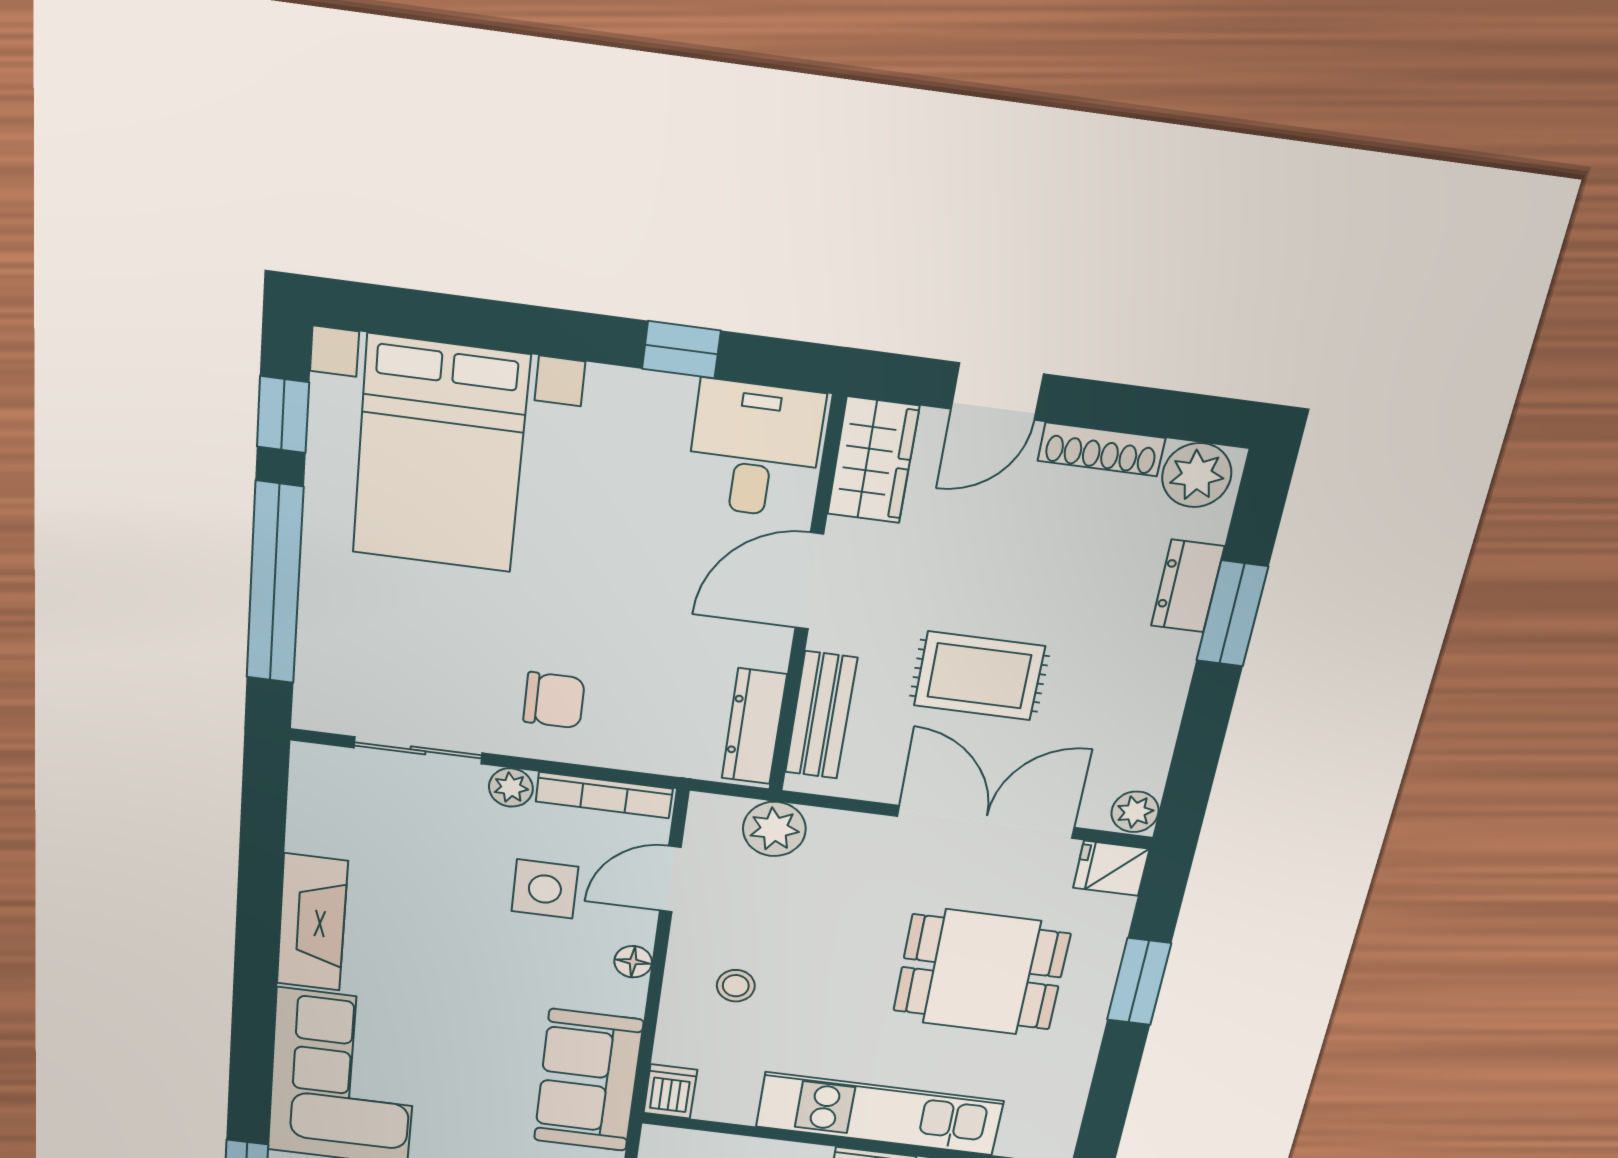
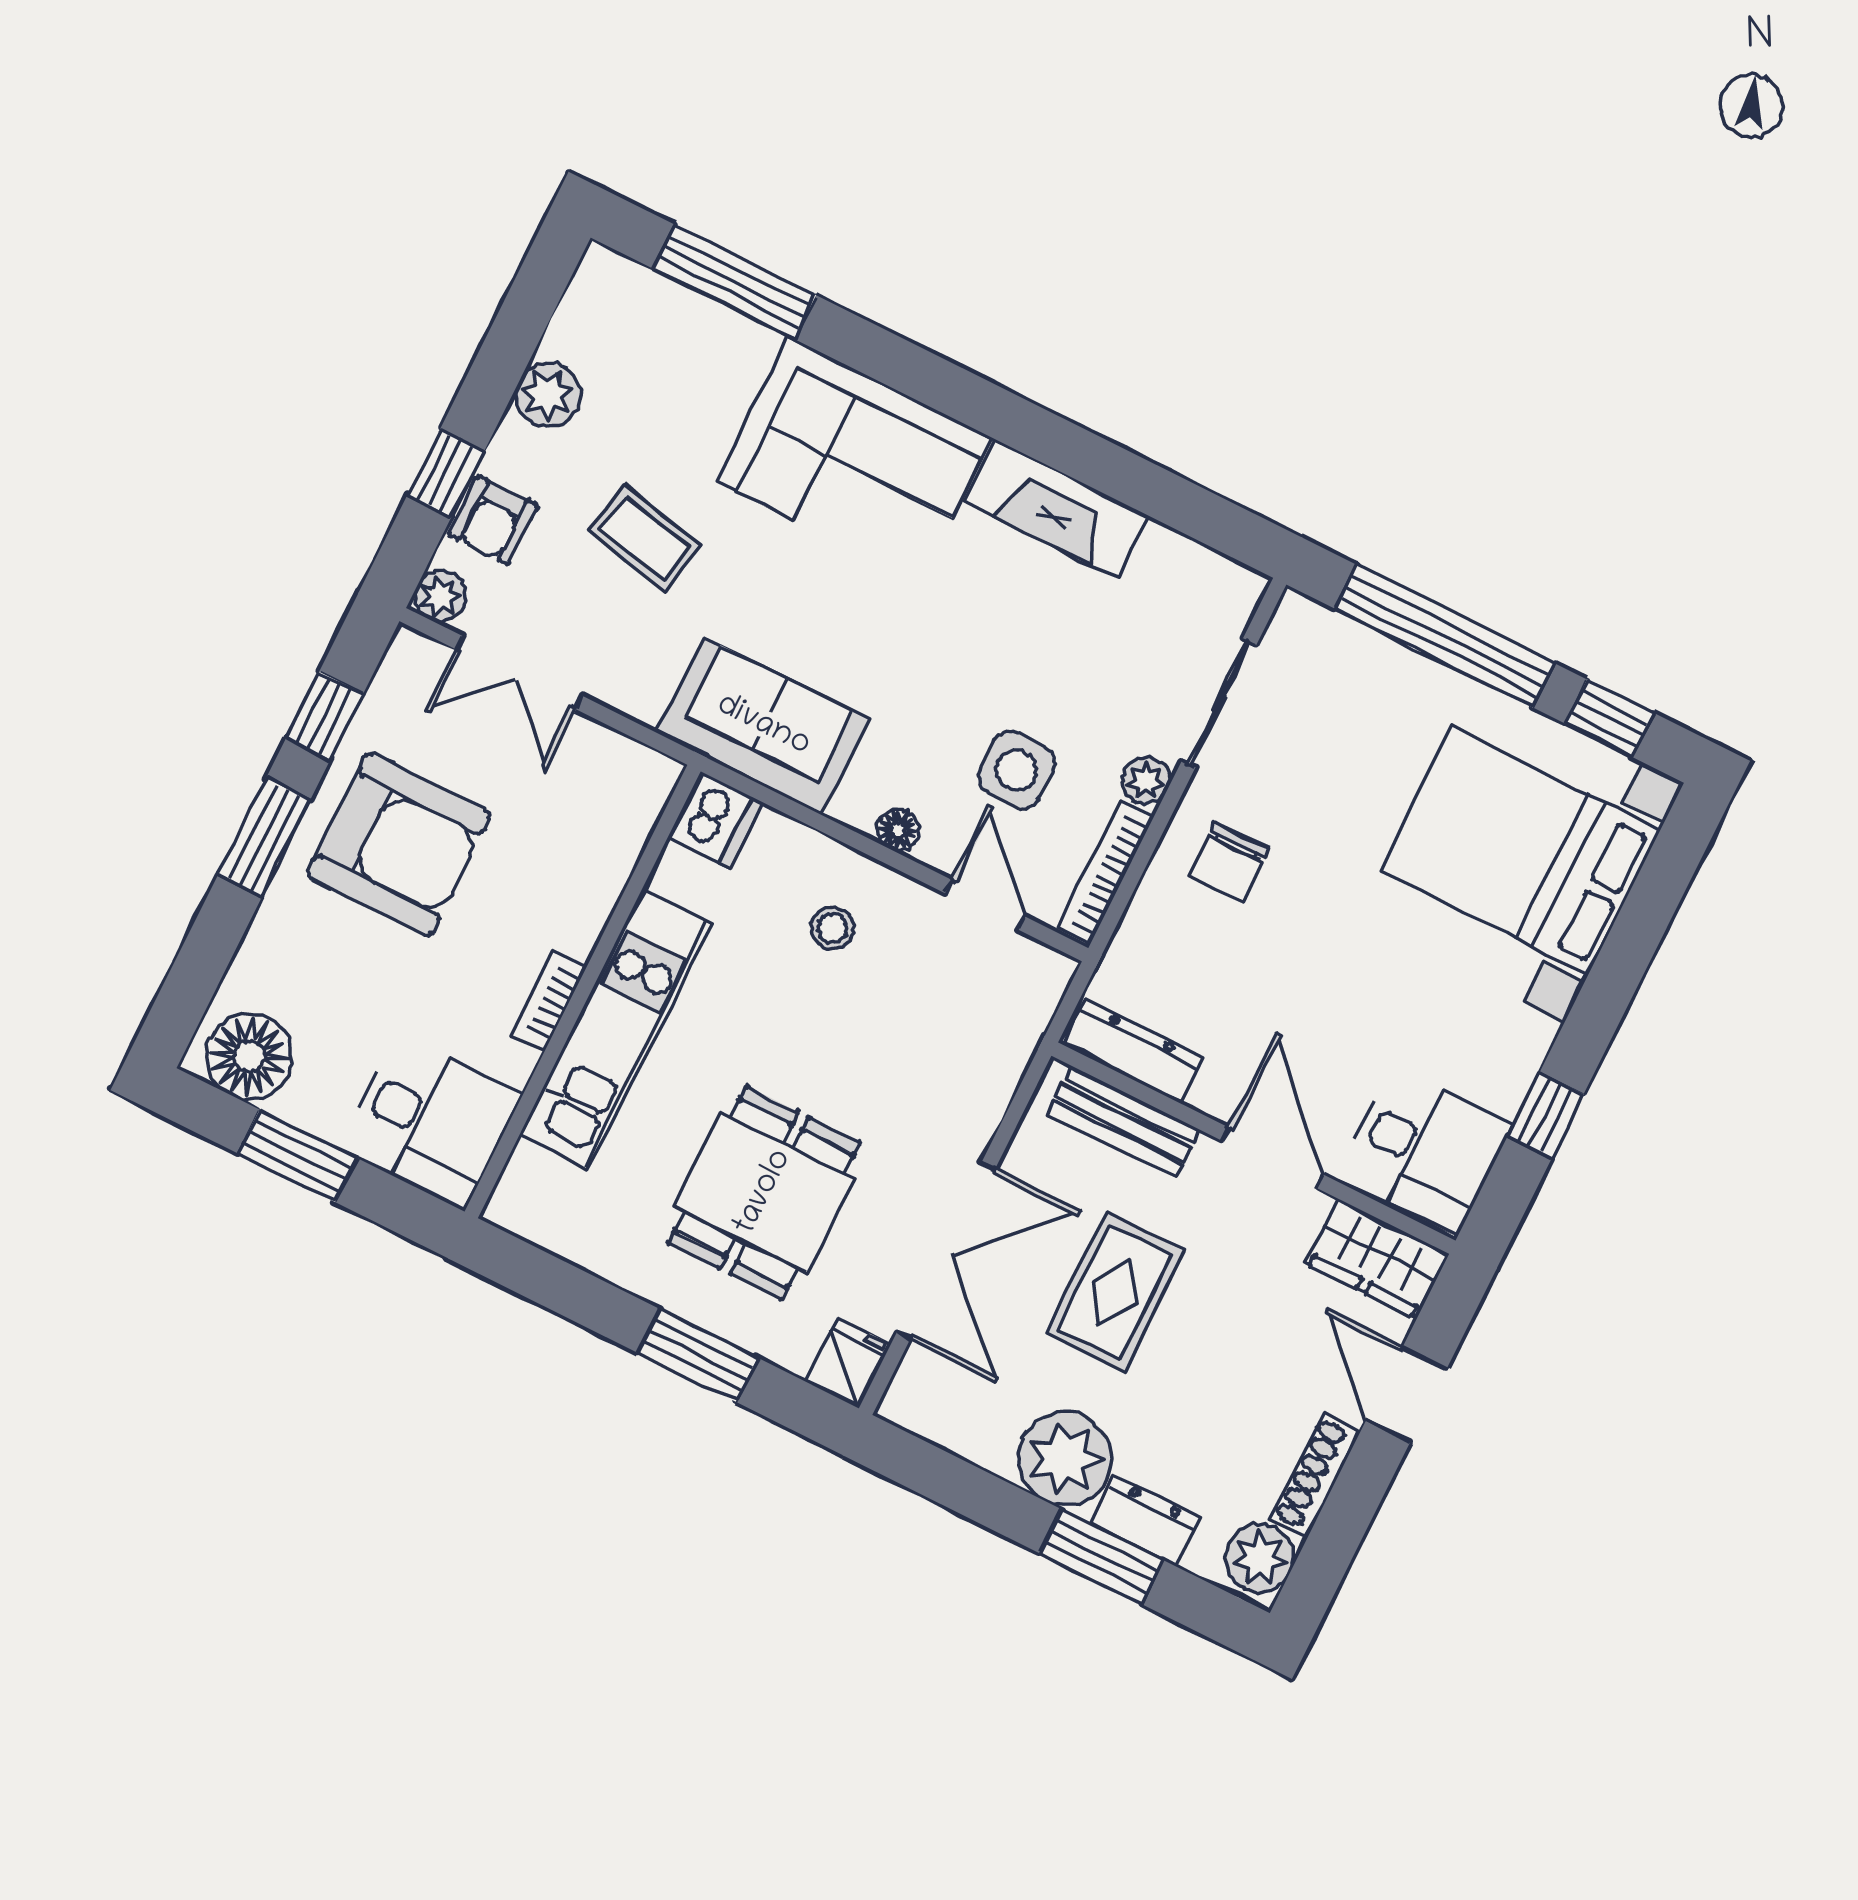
plant: (1135, 812) -> (1065, 1459), moved, width x1.87, depth x1.87
plant: (774, 829) -> (1009, 1032), removed
dishwasher: (670, 1091) -> (715, 820), width x1.38

